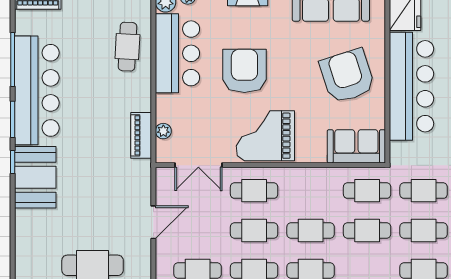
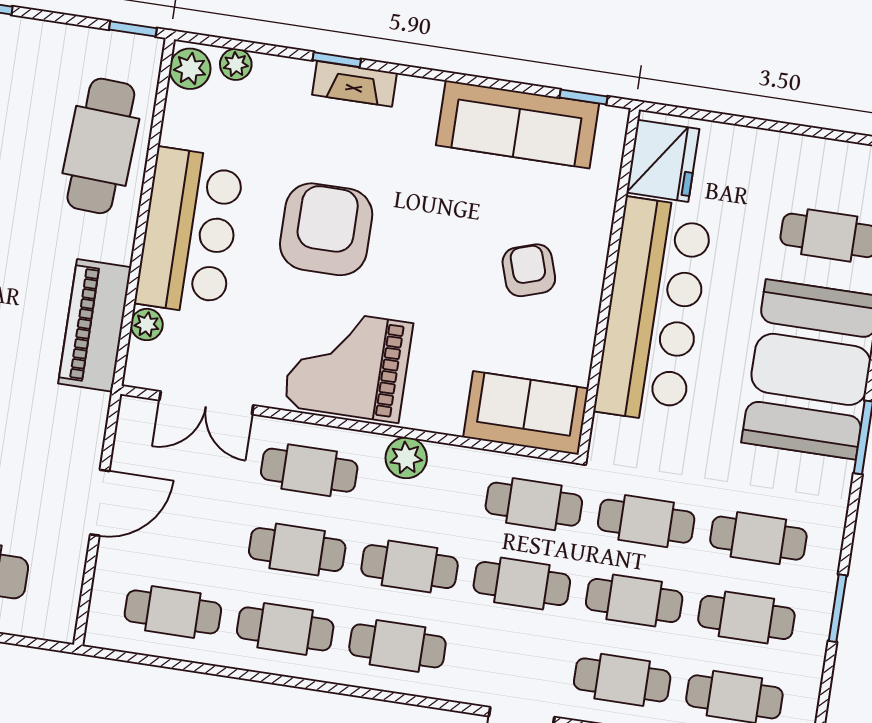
cafe table: (127, 47) -> (101, 146), width x1.37, depth x1.35
bar counter: (177, 53) -> (189, 231), moved
armchair: (347, 76) -> (529, 270), width x0.53, depth x0.53
piano: (141, 135) -> (95, 325), width x1.37, depth x1.33
plant: (301, 177) -> (406, 458), added

